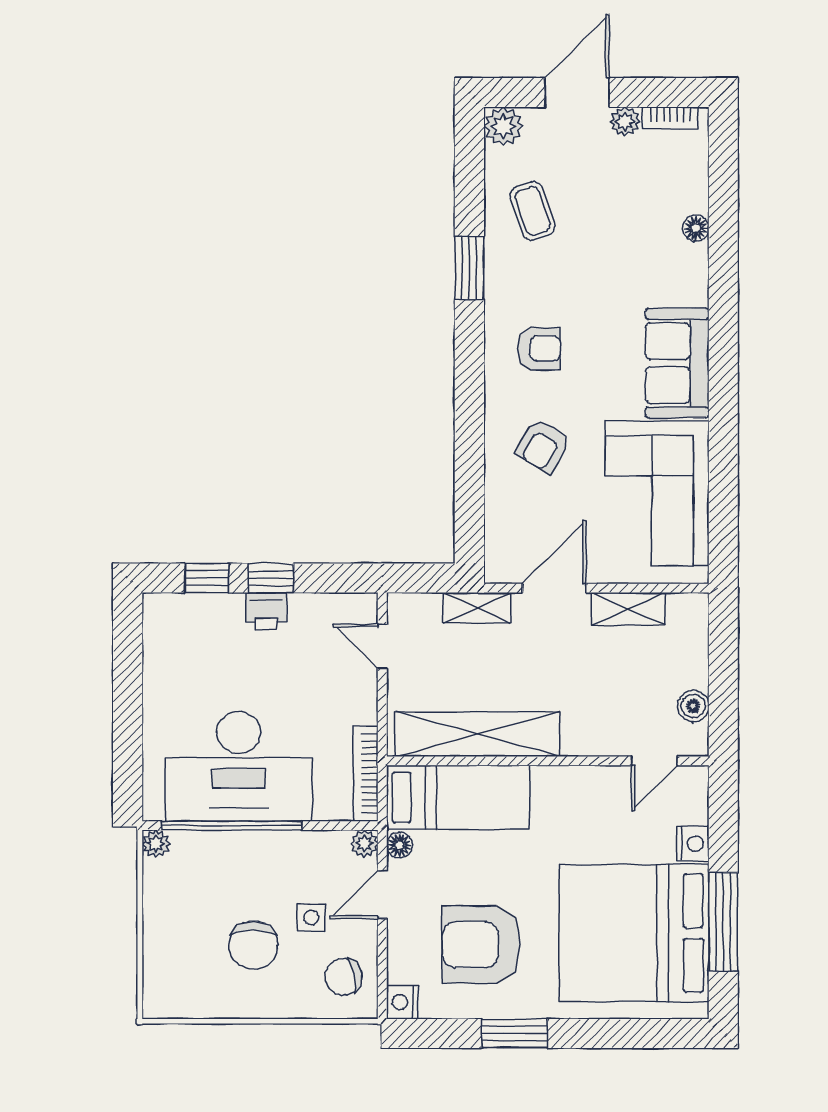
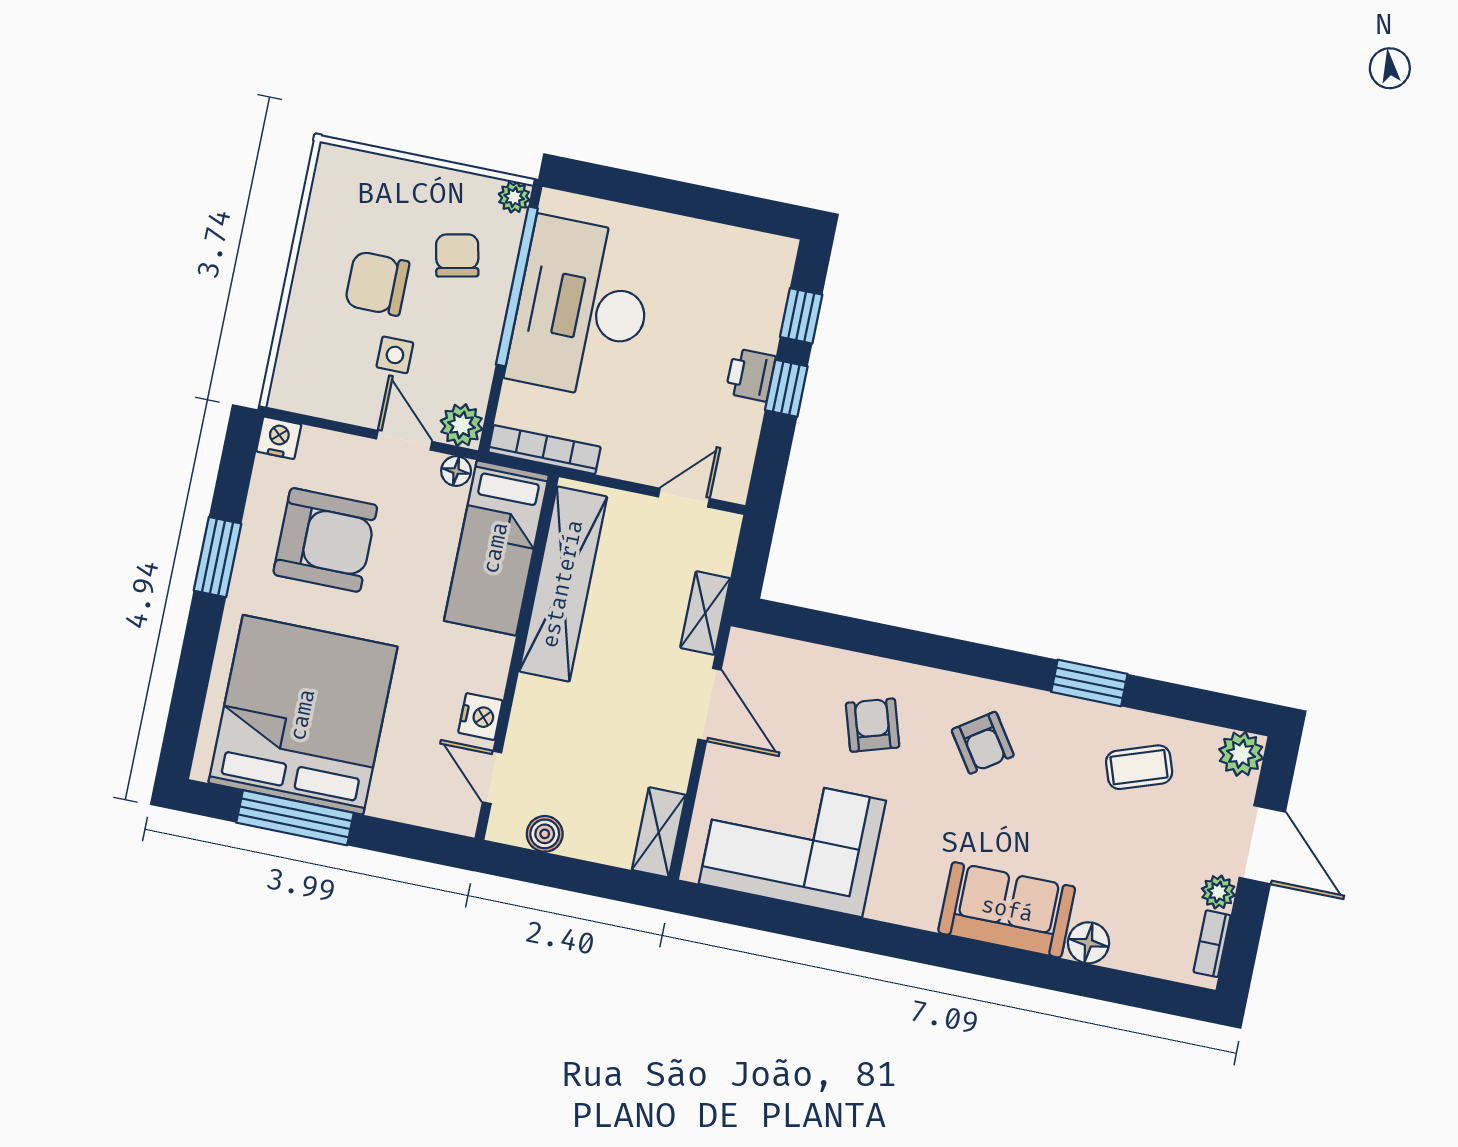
floor lamp: (696, 228) -> (1088, 943), width x1.37, depth x1.37
armchair: (539, 349) -> (983, 743), turned -34
sofa: (677, 363) -> (1007, 910), moved
armchair: (543, 446) -> (873, 725), turned 42
shelving: (628, 609) -> (659, 832), moved
plant: (364, 843) -> (462, 425), width x1.38, depth x1.38
nightstand: (693, 844) -> (480, 717), moved, turned -90
armchair: (481, 945) -> (325, 540), turned 90
chair: (344, 977) -> (457, 255), moved

